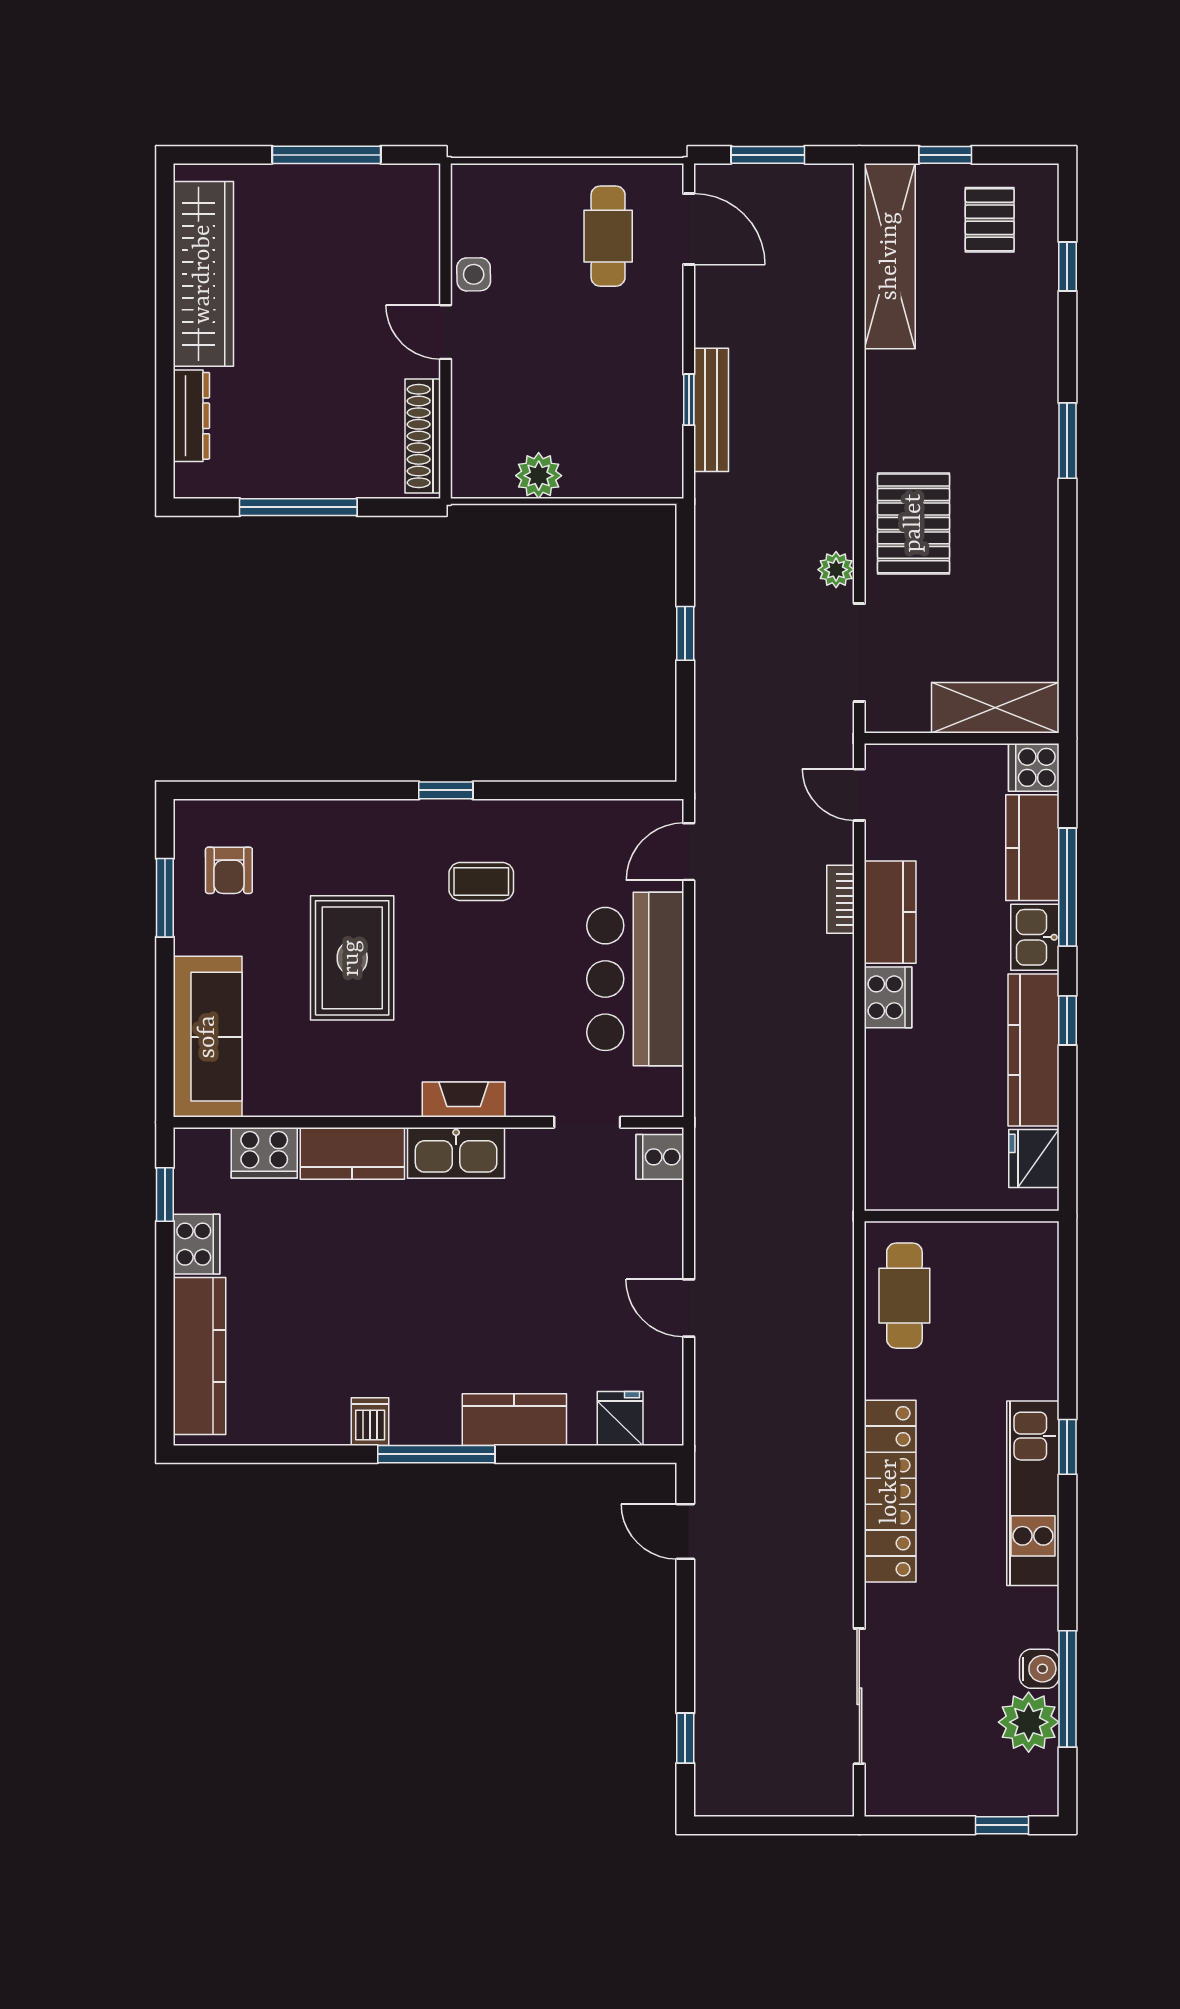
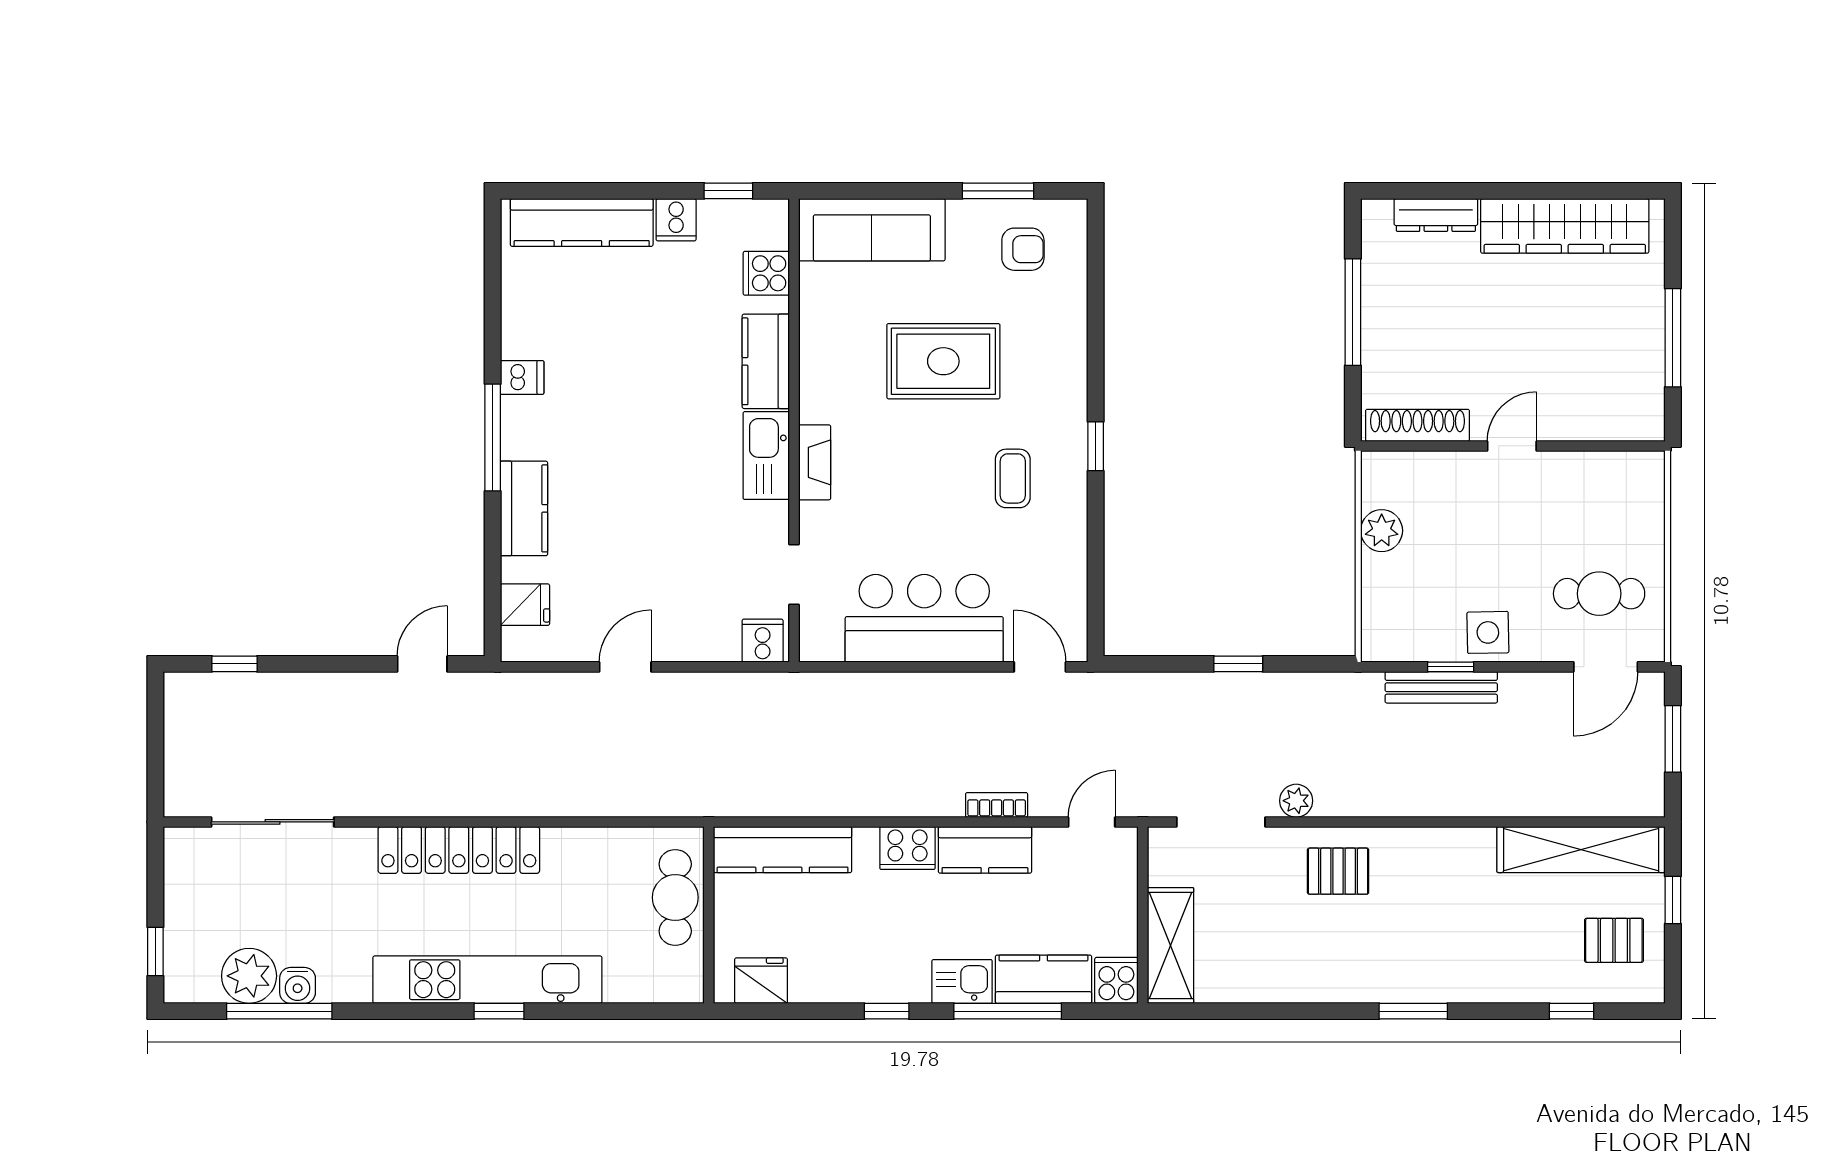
side table: (474, 274) -> (1488, 632), moved, width x1.37, depth x1.37
pallet: (914, 523) -> (1338, 871), width x0.67, depth x0.71
armchair: (229, 870) -> (1023, 249), turned 180
kitchen counter: (1034, 1050) -> (783, 850), moved, turned 180
cooker: (264, 1153) -> (766, 273), width x0.73
cooker: (197, 1244) -> (676, 220), width x0.73
cafe table: (904, 1296) -> (675, 898), moved, turned 90
kitchen unit: (1033, 1493) -> (487, 980), width x1.36

